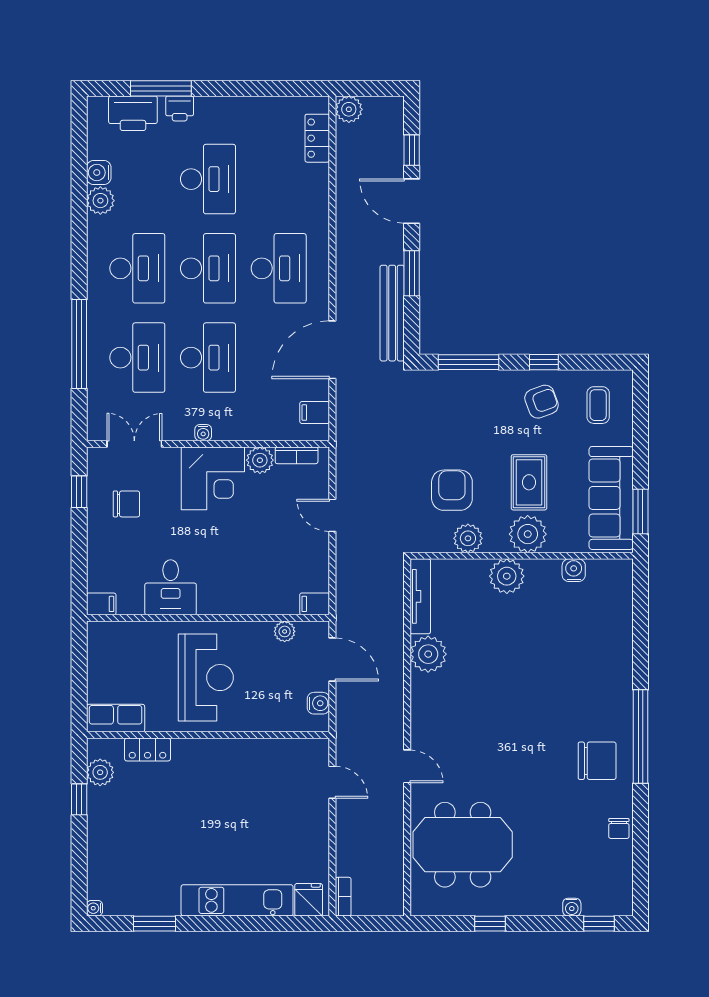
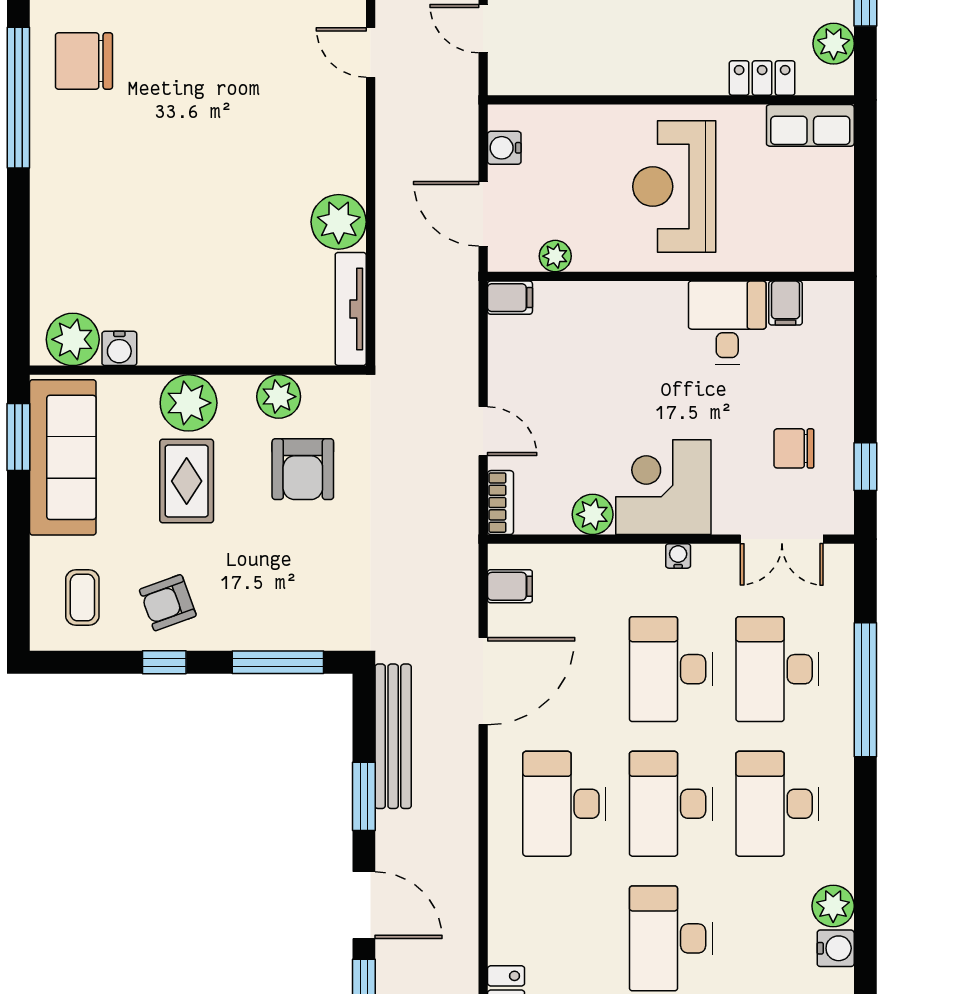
bookcase: (297, 455) -> (500, 503), moved, turned 90
plant: (507, 576) -> (73, 339), moved
filing cabinet: (101, 604) -> (786, 303), moved, turned -90

